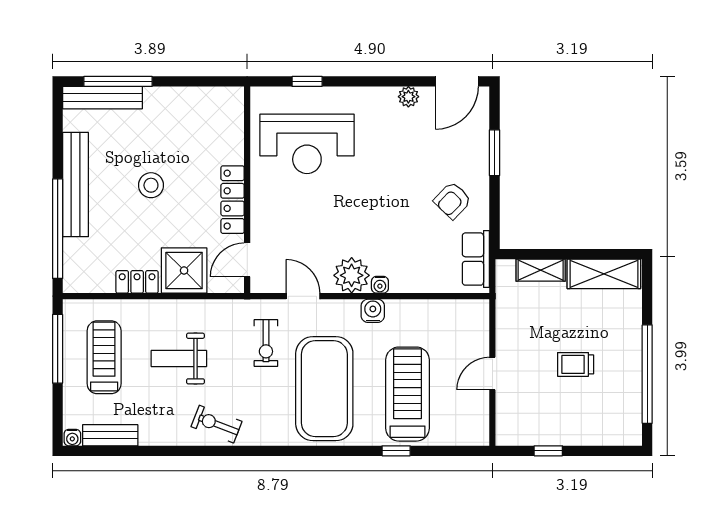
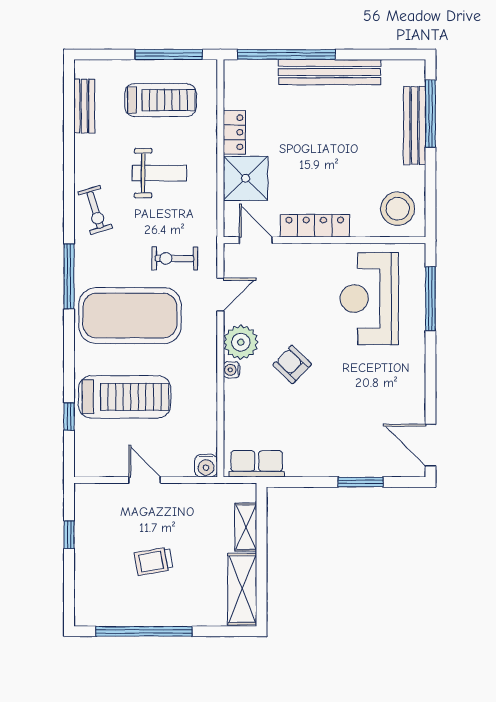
window: (307, 81) -> (430, 299), width x2.17
plant: (408, 97) -> (415, 398), removed
bench: (102, 98) -> (415, 125), moved
stool: (151, 185) -> (398, 209), moved, width x1.38, depth x1.38
armchair: (453, 200) -> (292, 364), moved
water cooler: (373, 311) -> (206, 466), moved, turned 90
weight bench: (179, 359) -> (159, 173), turned 90
trolley: (576, 364) -> (154, 561), turned -100
exercise bike: (217, 424) -> (95, 210), turned 142
water cooler: (72, 438) -> (82, 69), removed
window: (284, 451) -> (69, 276), added
window: (396, 451) -> (69, 417), moved

